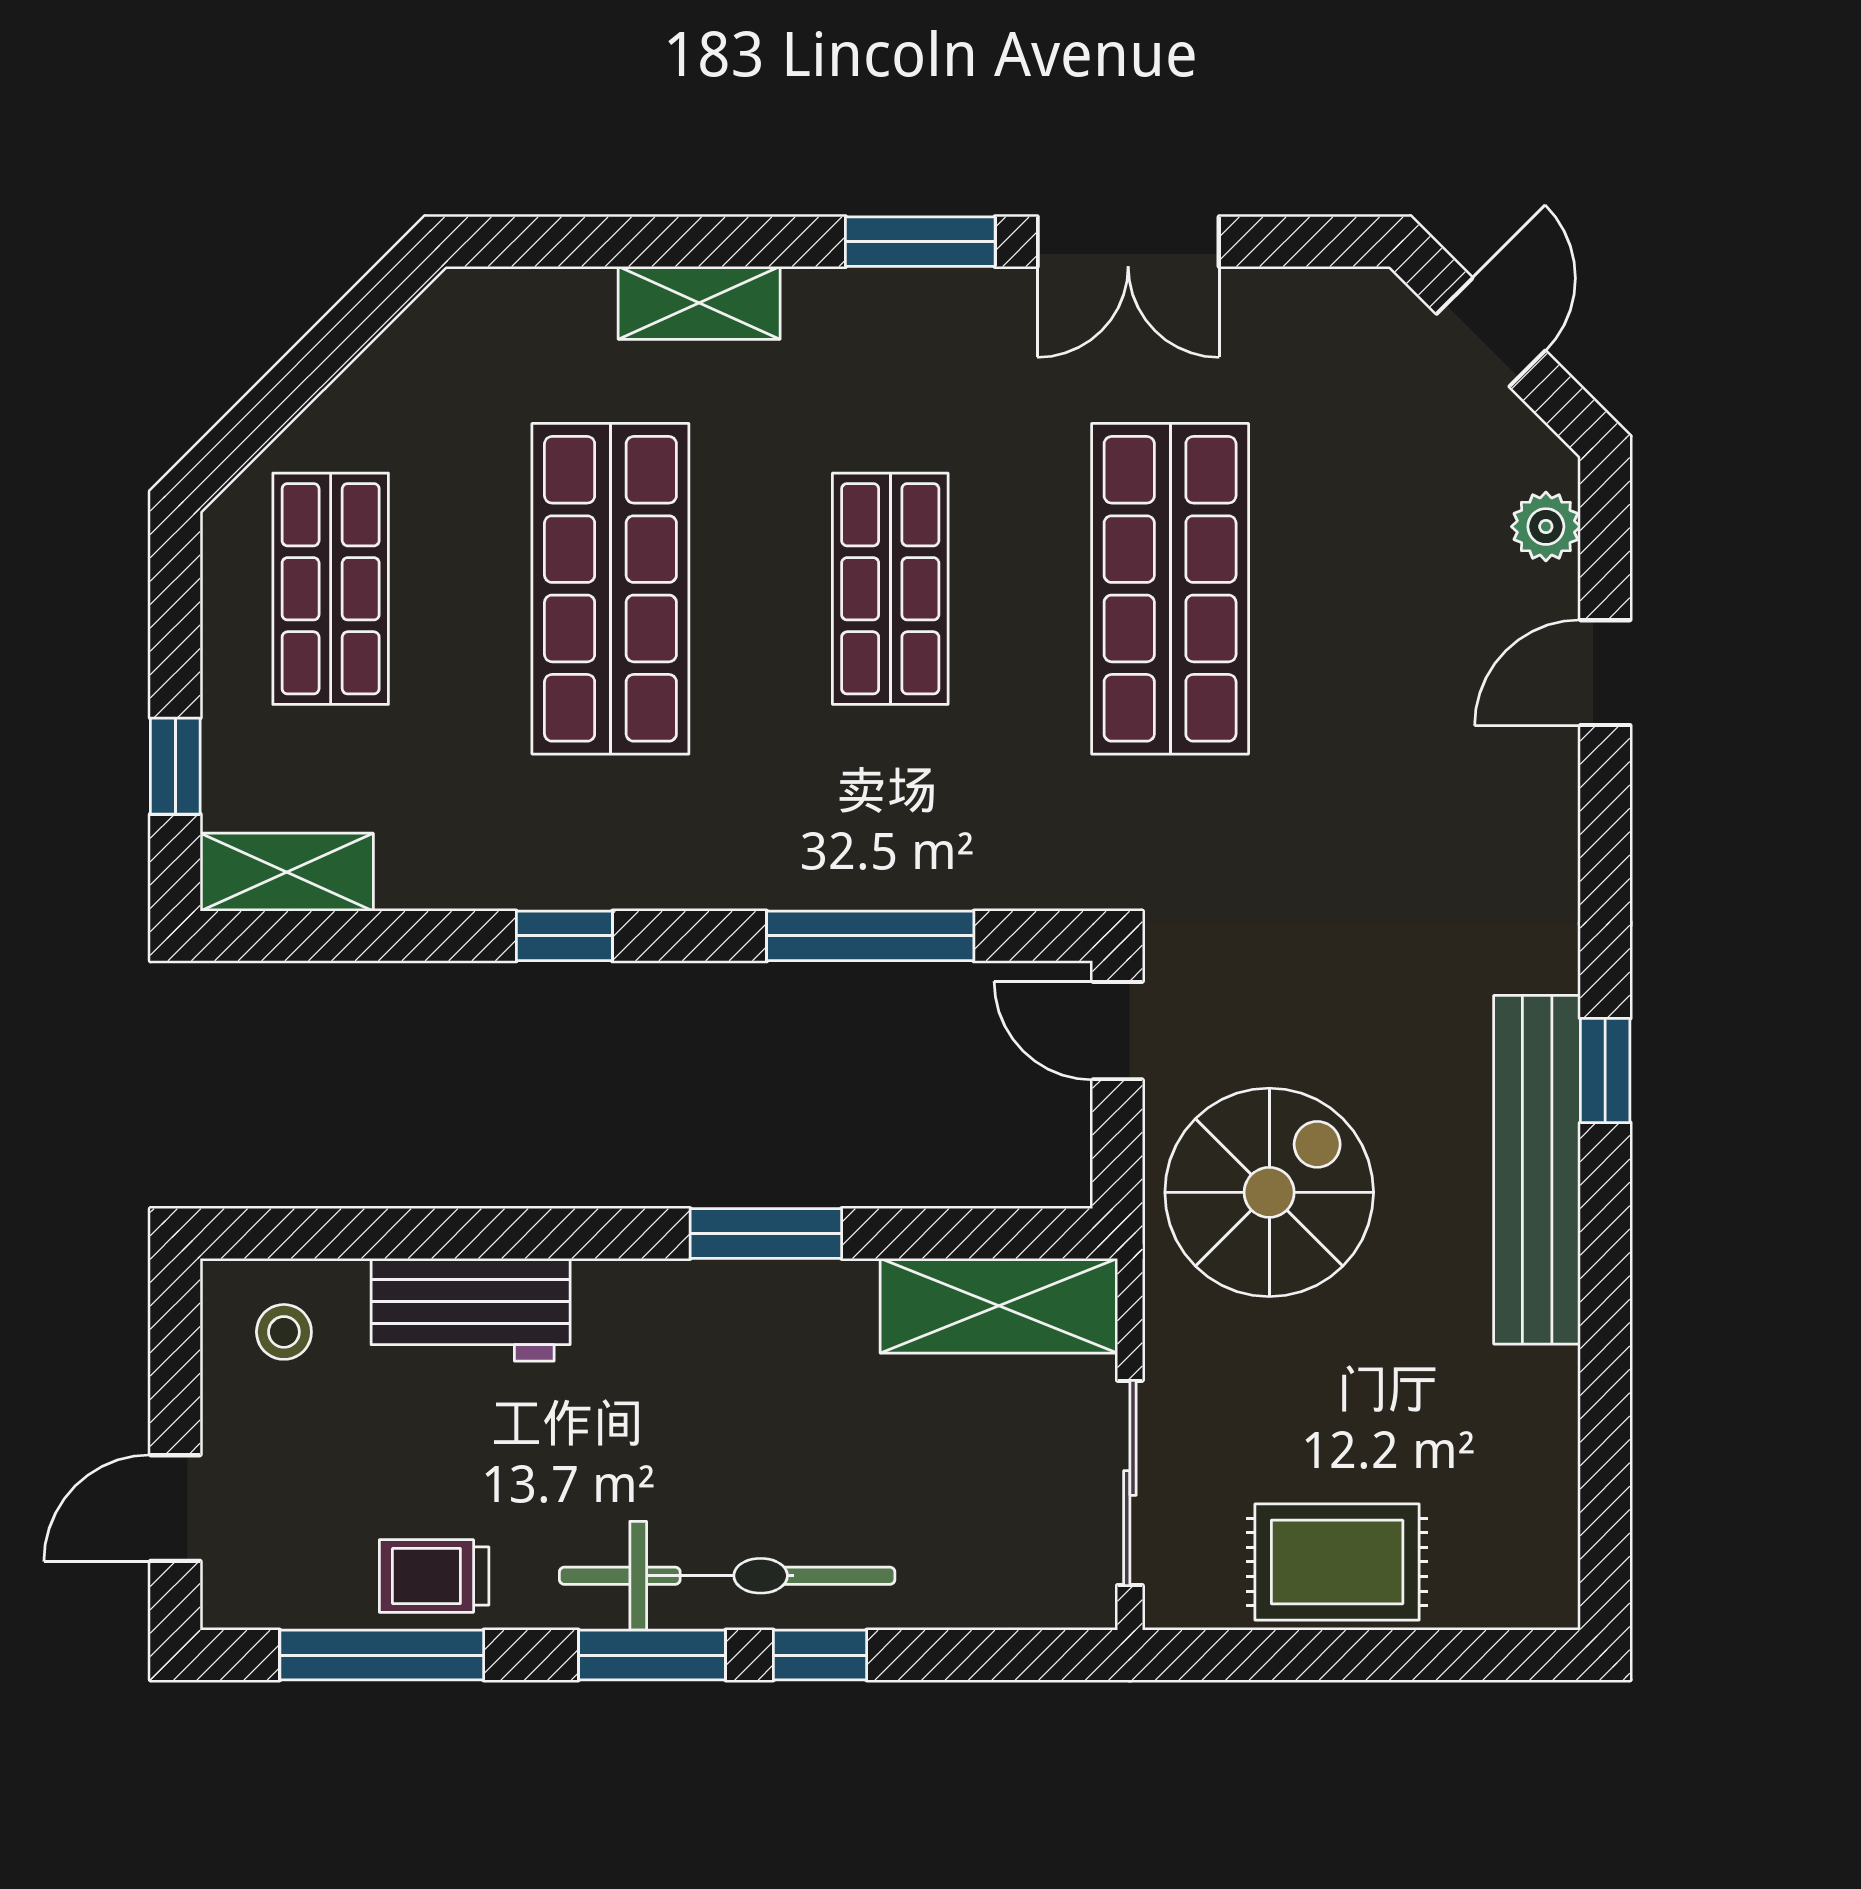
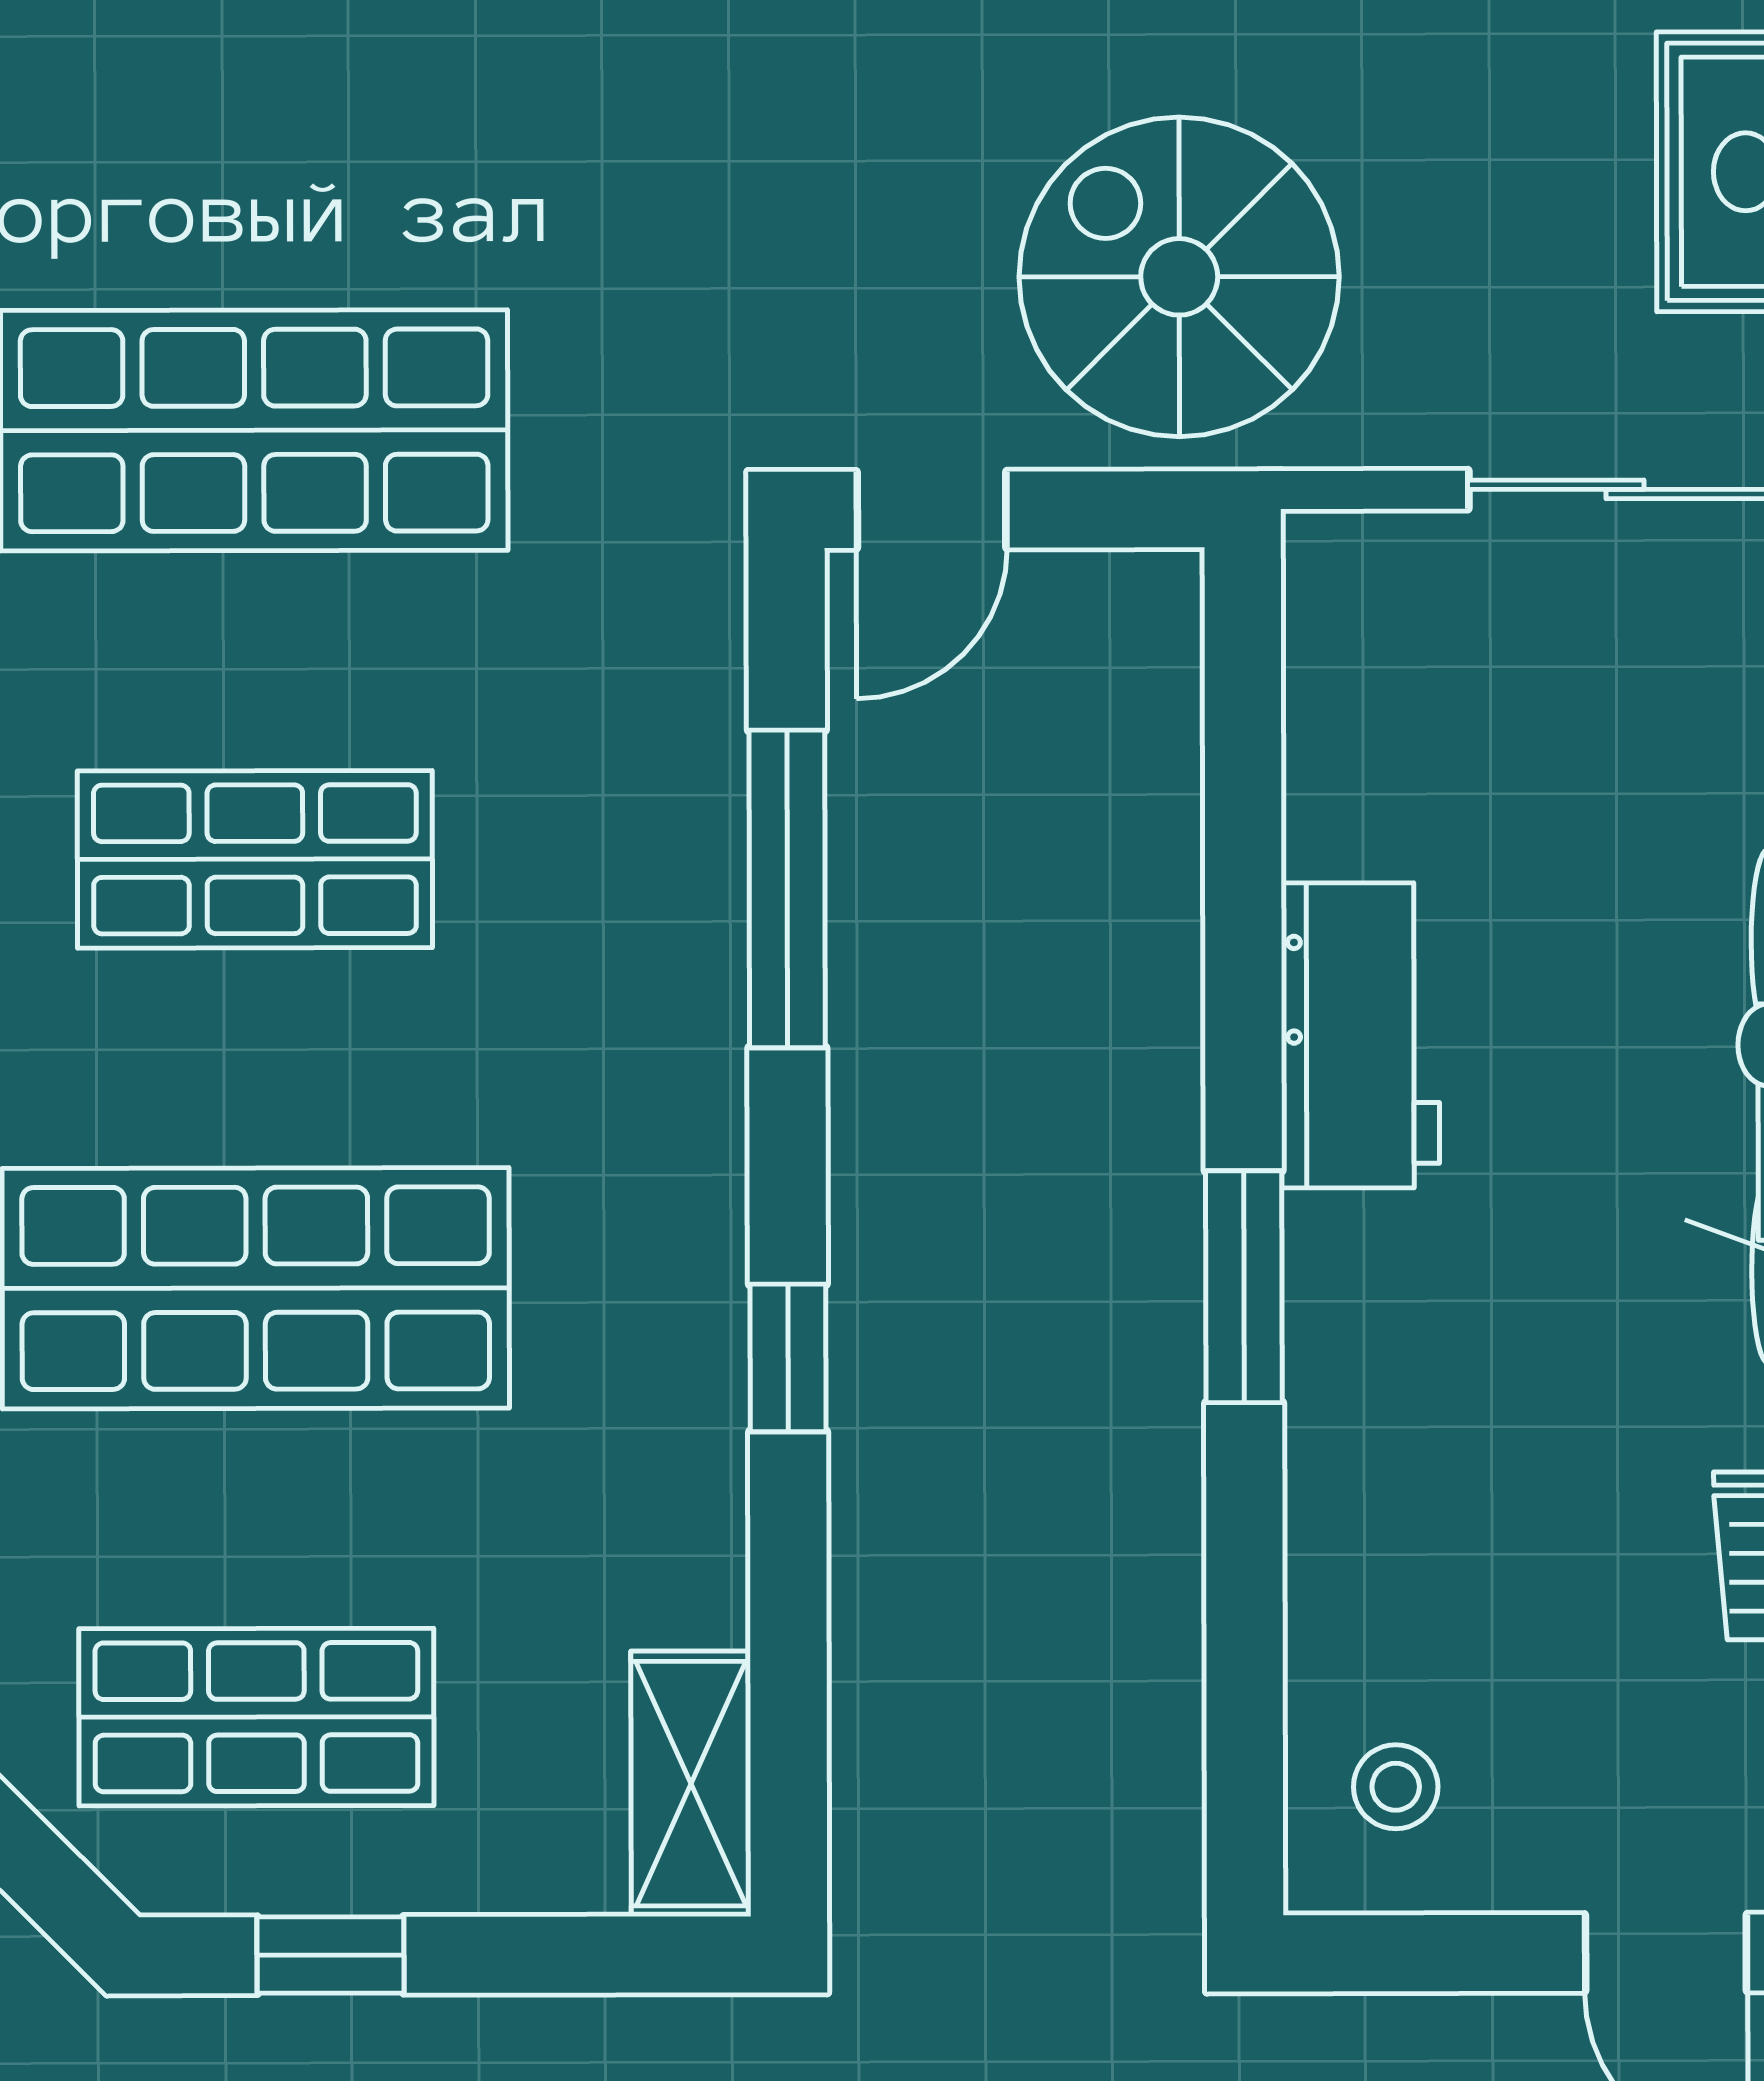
window: (175, 766) -> (330, 1955), moved
window: (766, 1233) -> (1244, 1287), moved
shelving: (999, 1306) -> (1354, 691), removed
workbench: (471, 1310) -> (1360, 1035), moved

